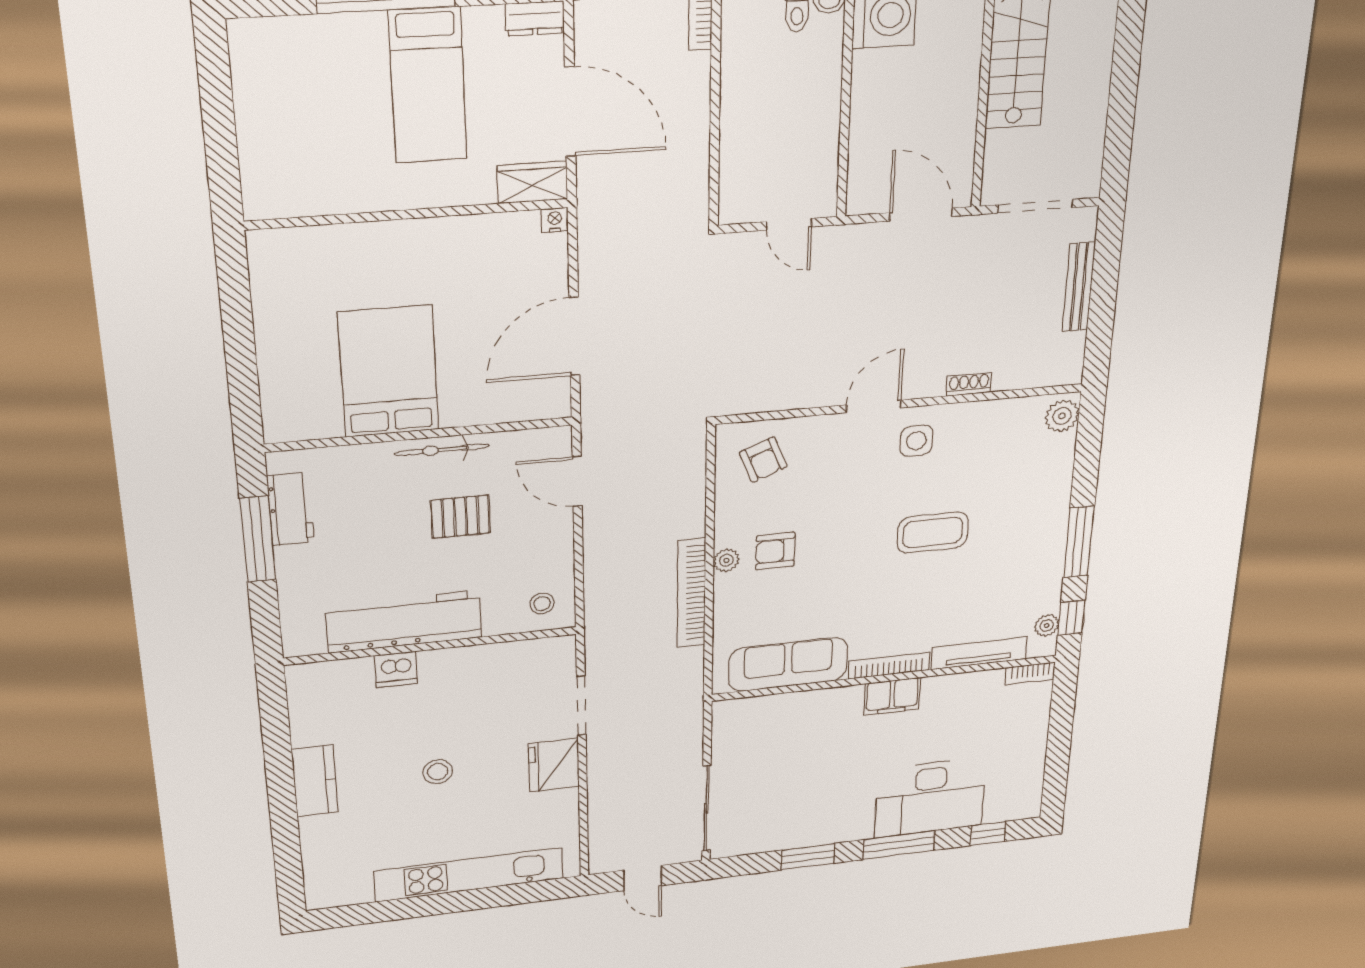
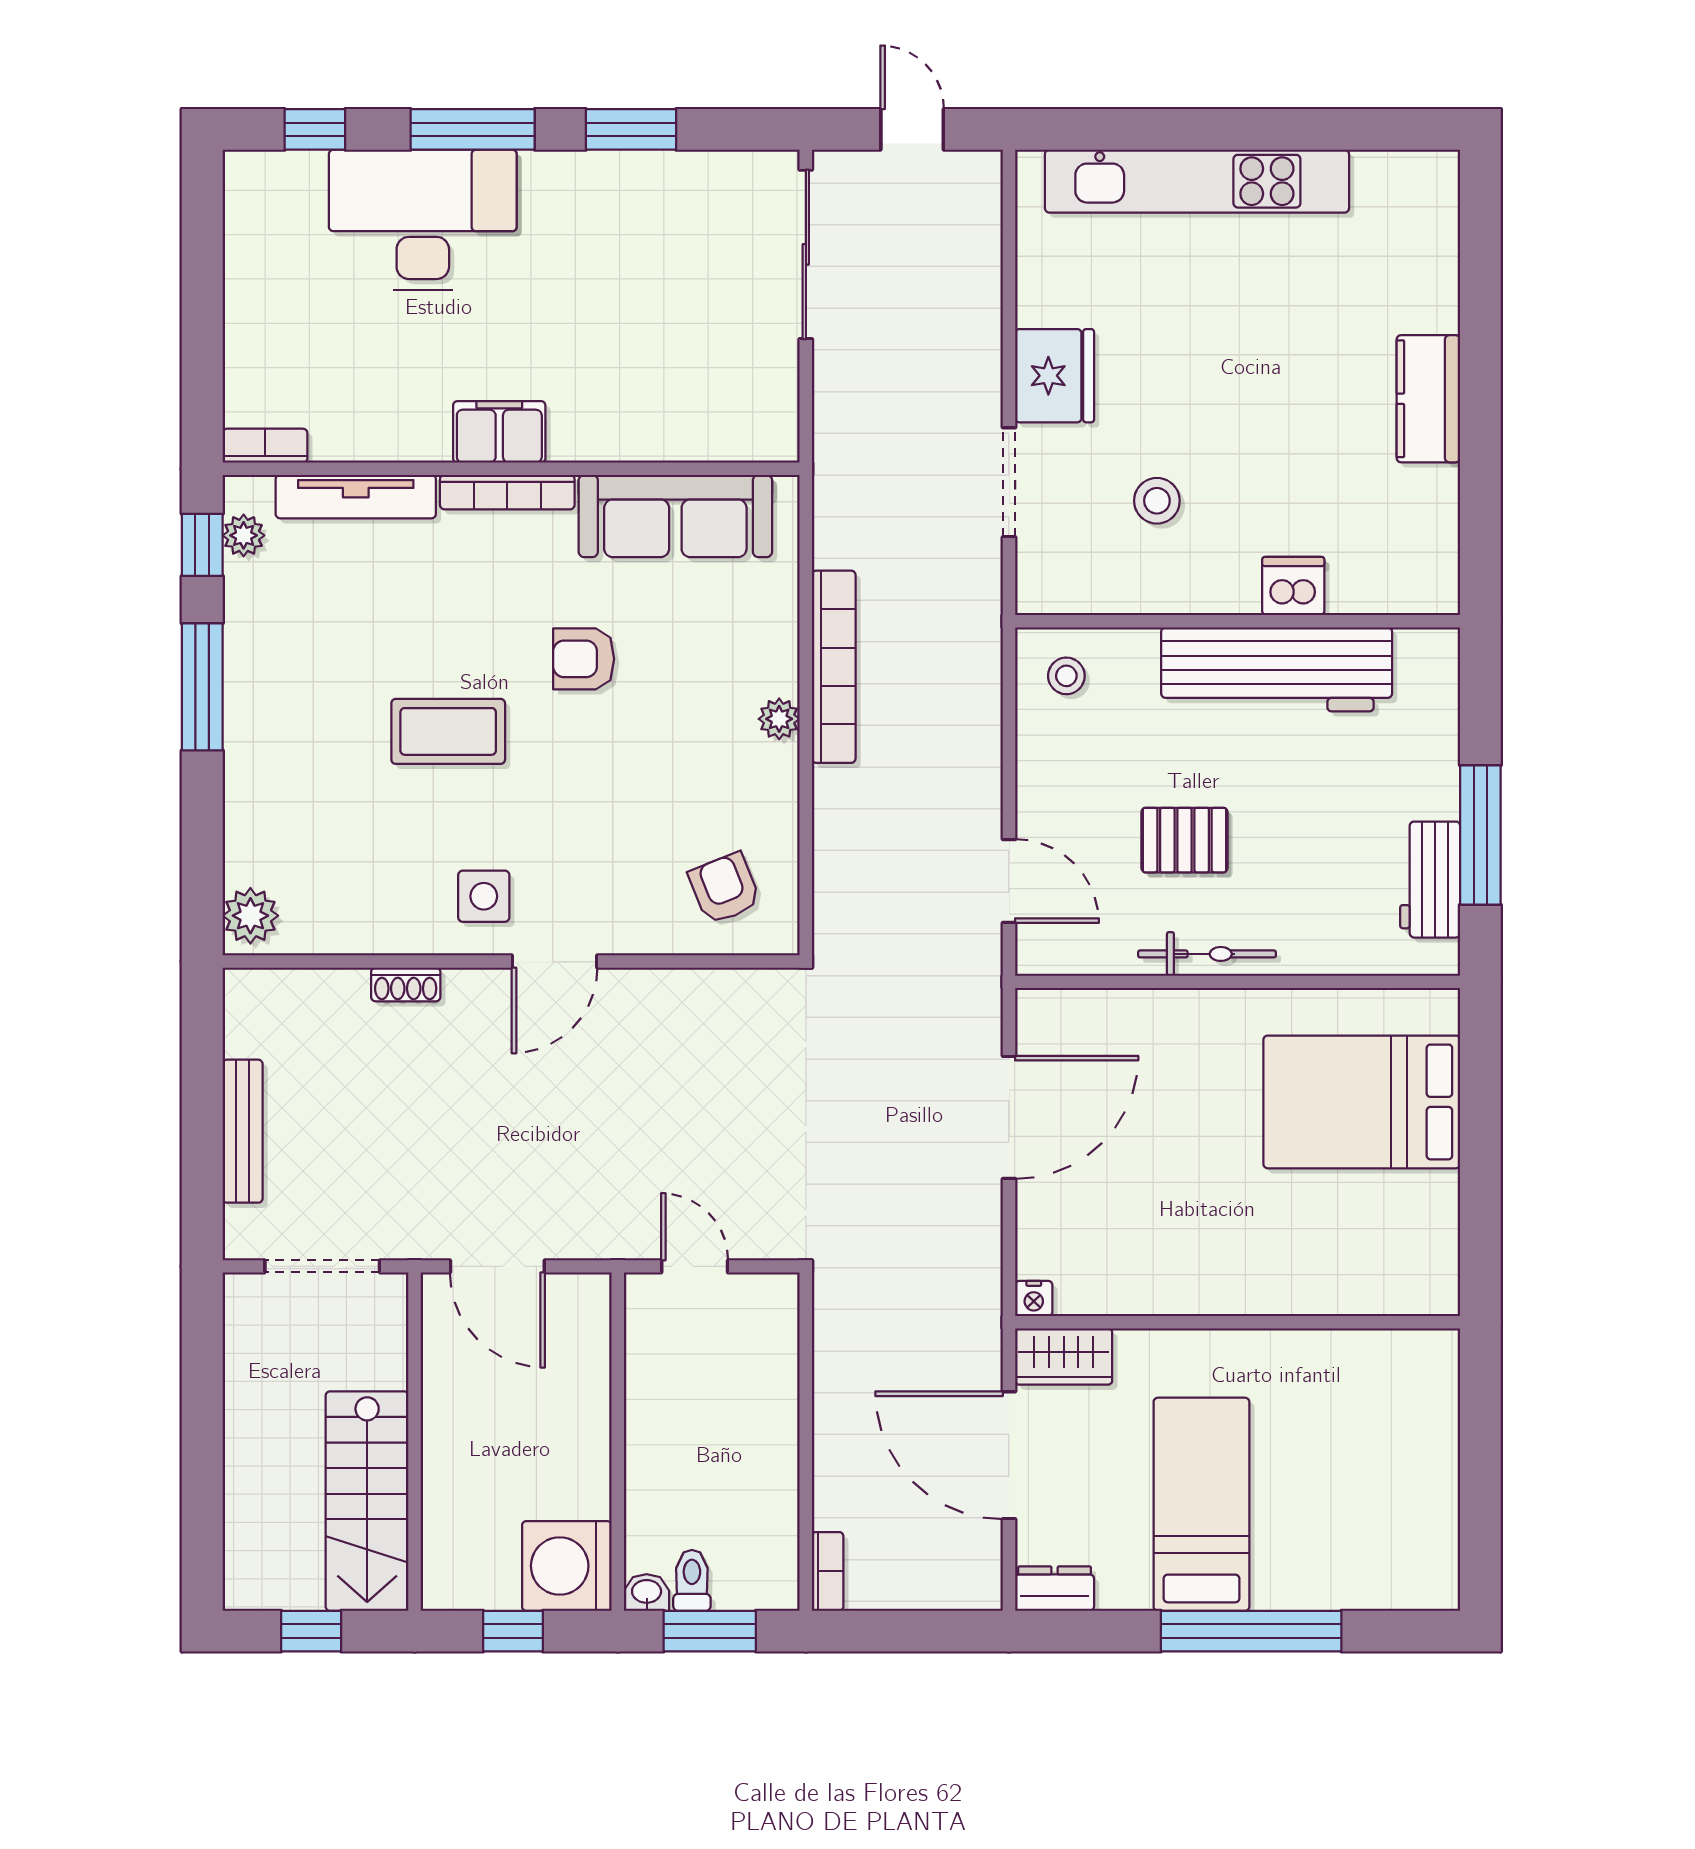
bed: (389, 371) -> (1362, 1102), moved, turned 90
armchair: (775, 551) -> (584, 659), moved, turned 180
stool: (438, 772) -> (1157, 501), moved

